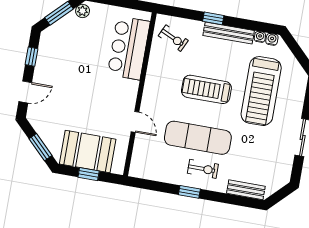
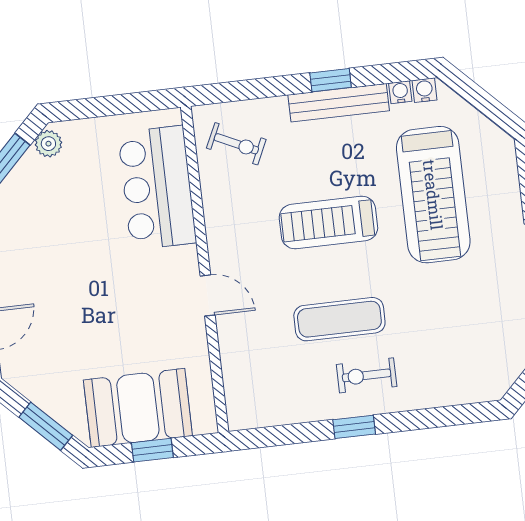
window: (213, 18) -> (331, 80), moved
door: (135, 122) -> (208, 295), moved
exercise mat: (198, 138) -> (339, 319), width x0.73, depth x0.69
exercise bike: (203, 169) -> (367, 375), turned 180
bench: (246, 190) -> (460, 391), removed

